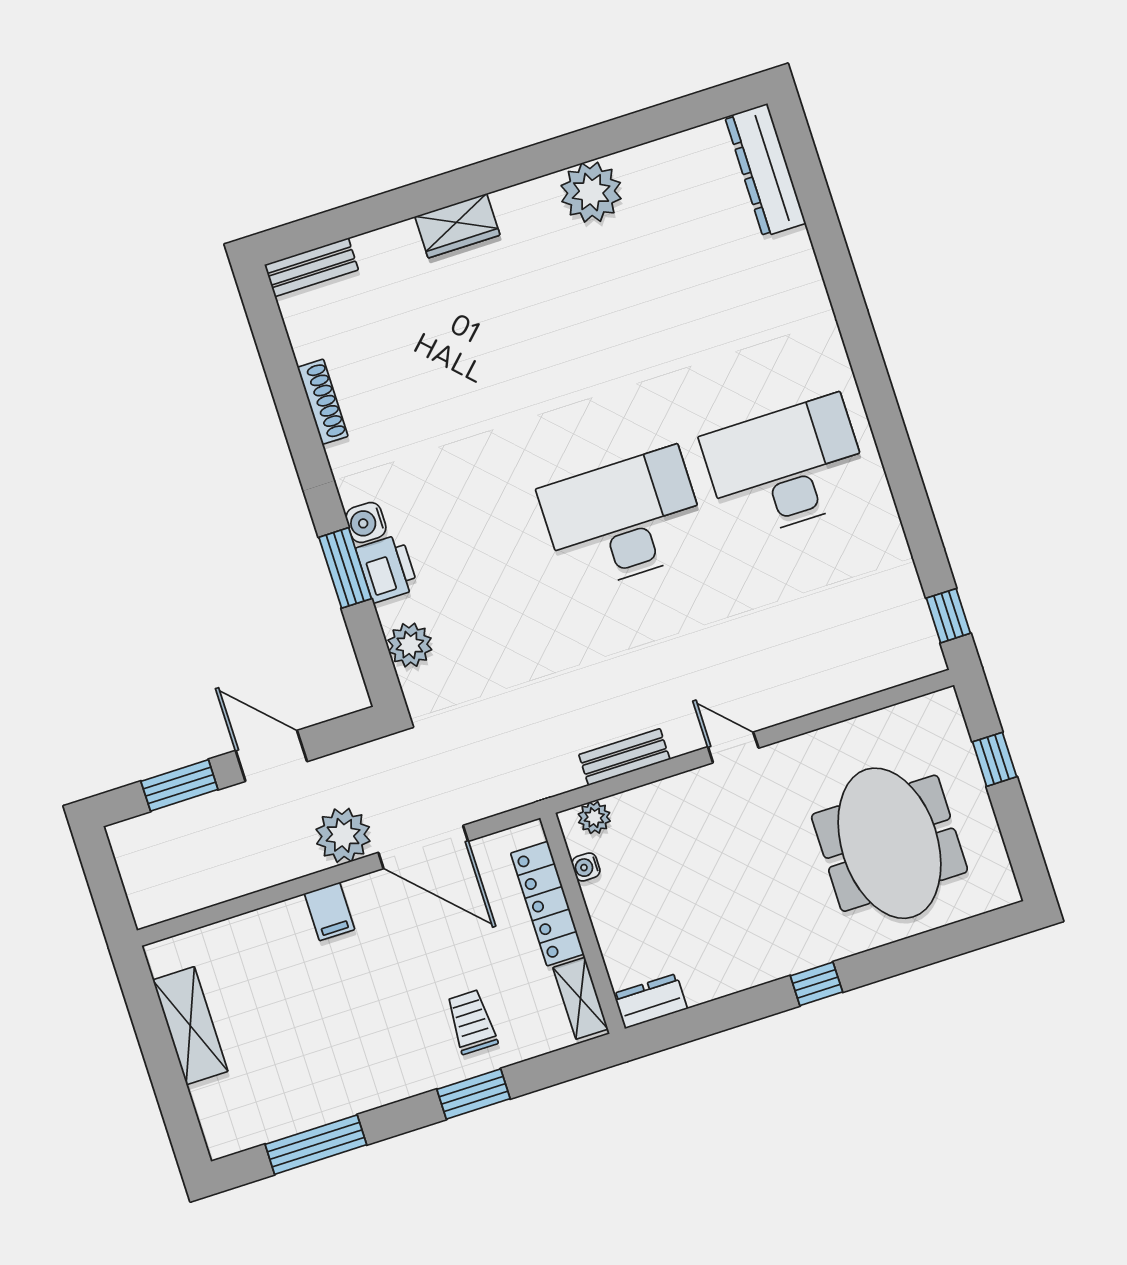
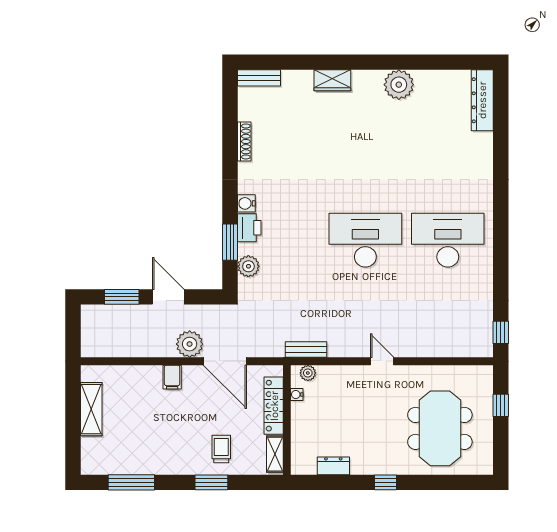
window: (345, 568) -> (230, 242), moved
bench: (624, 757) -> (306, 350), moved
dresser: (650, 1001) -> (333, 466), moved

